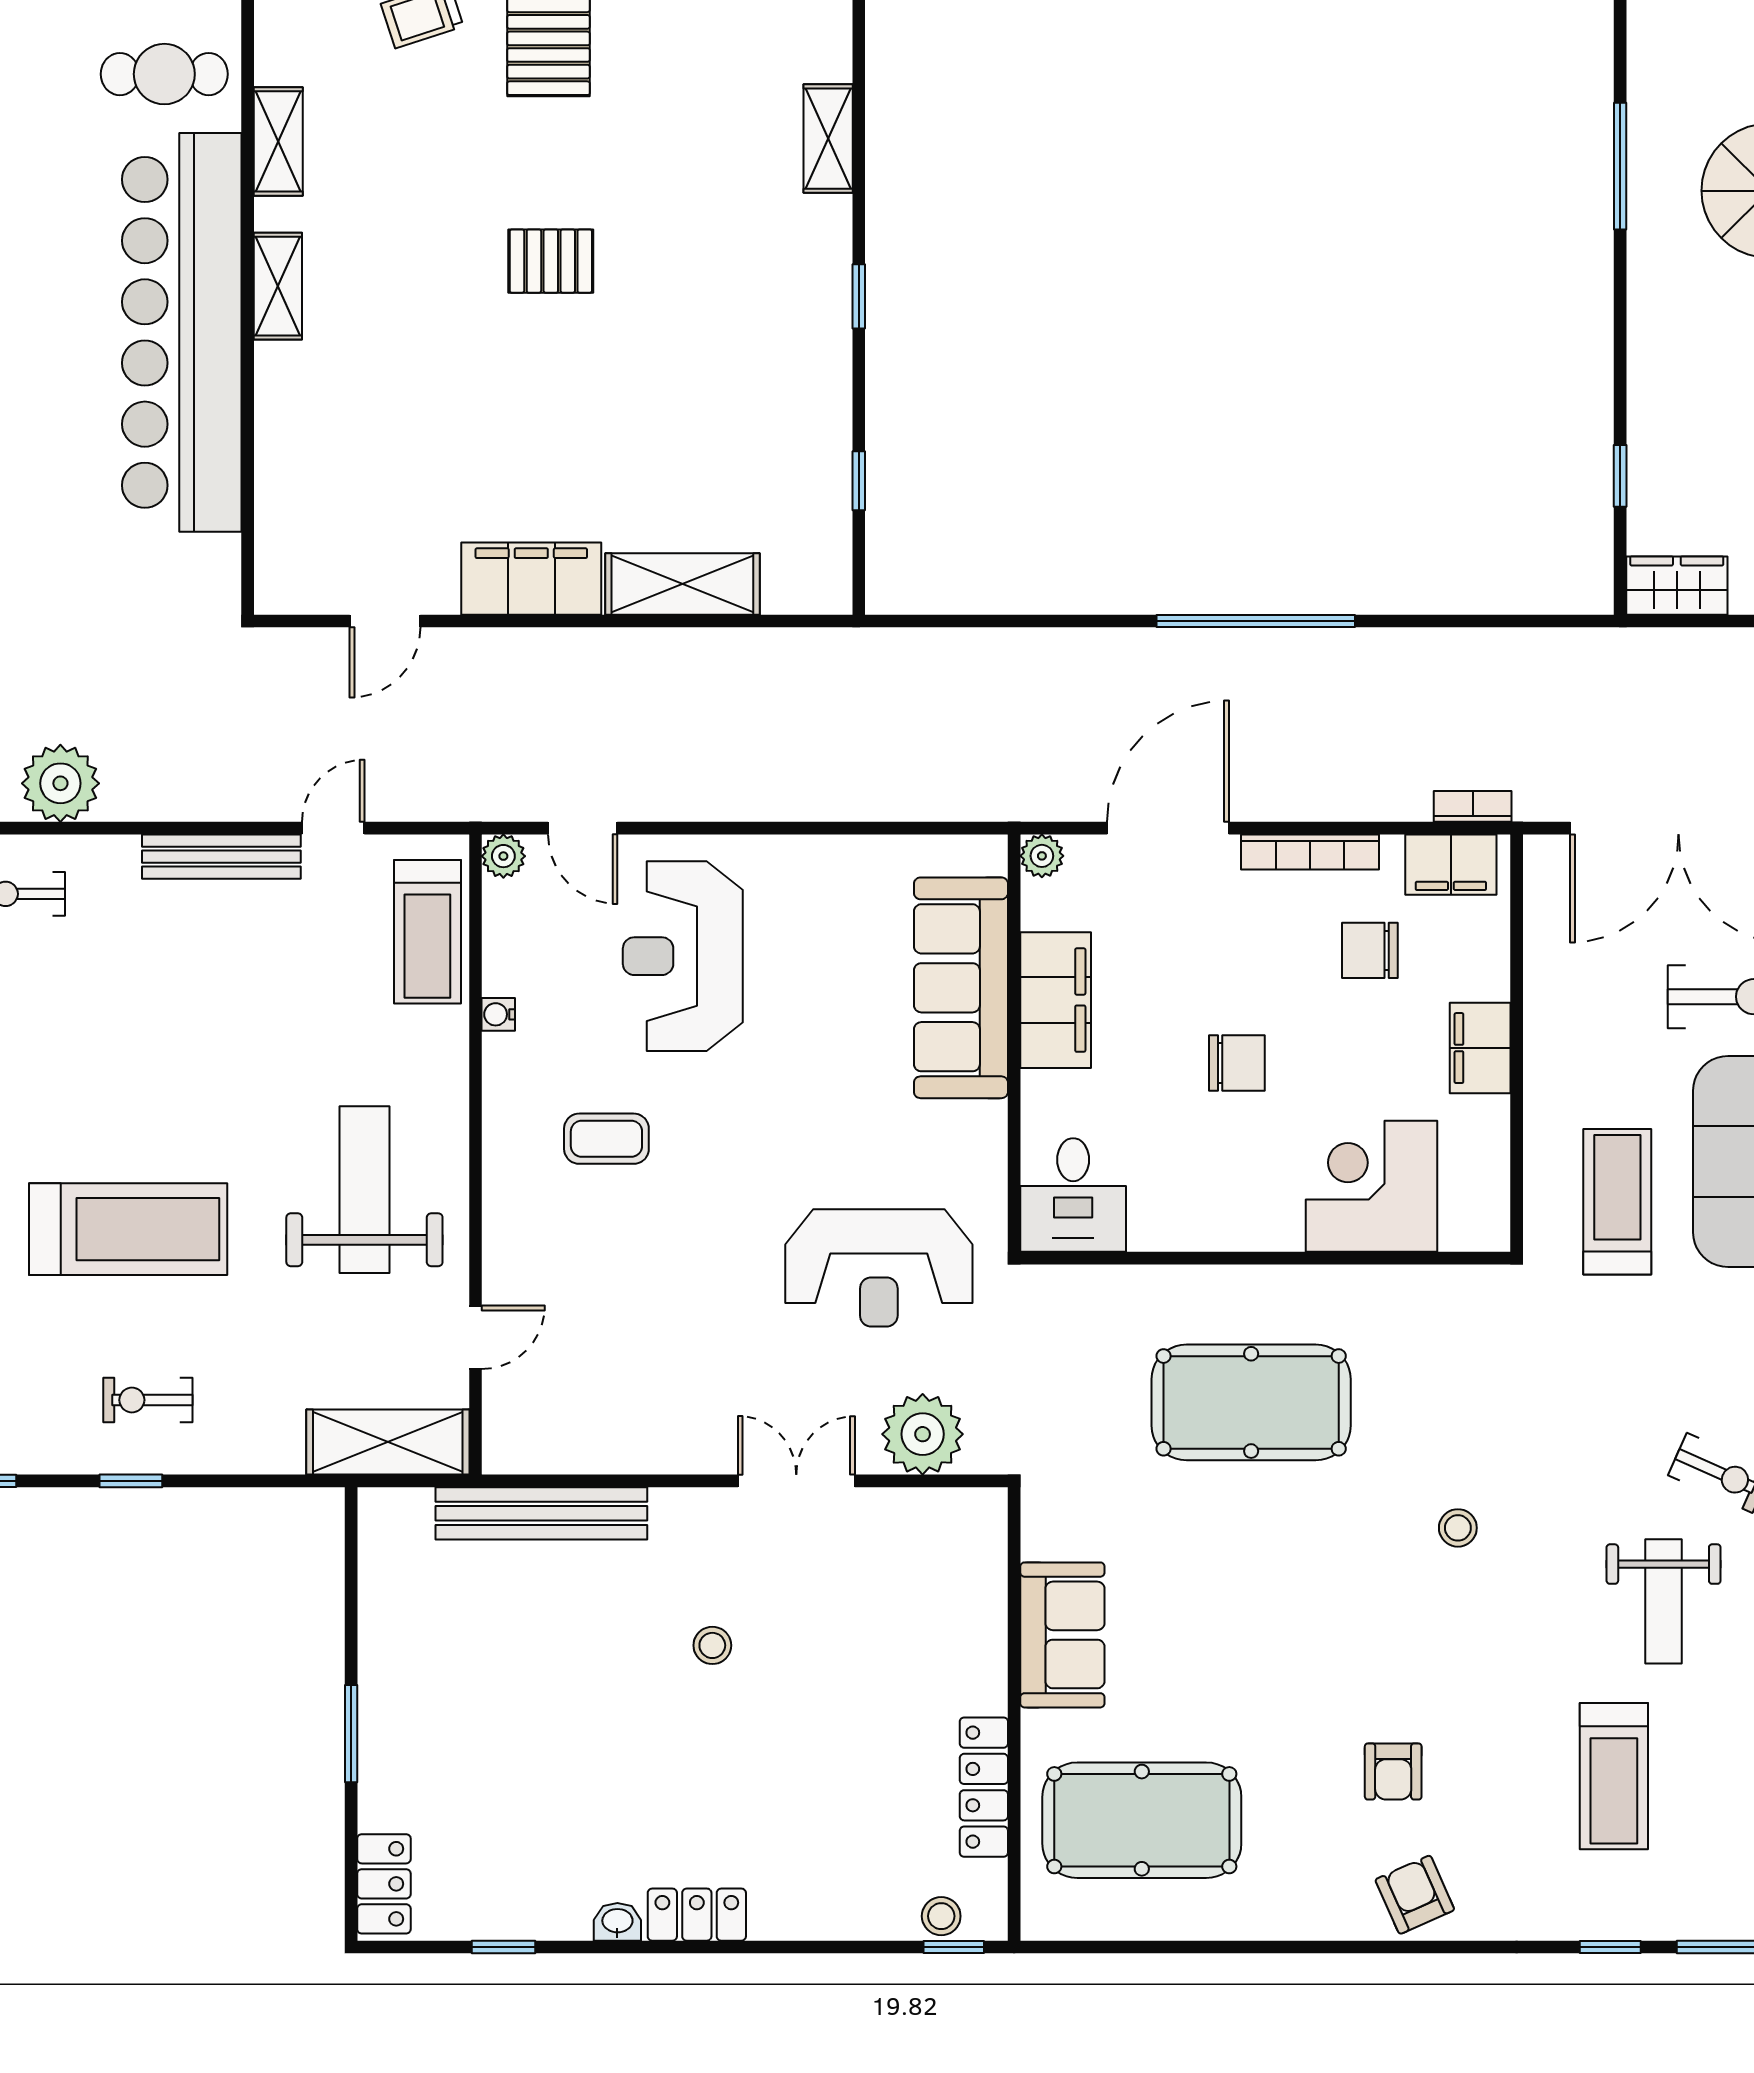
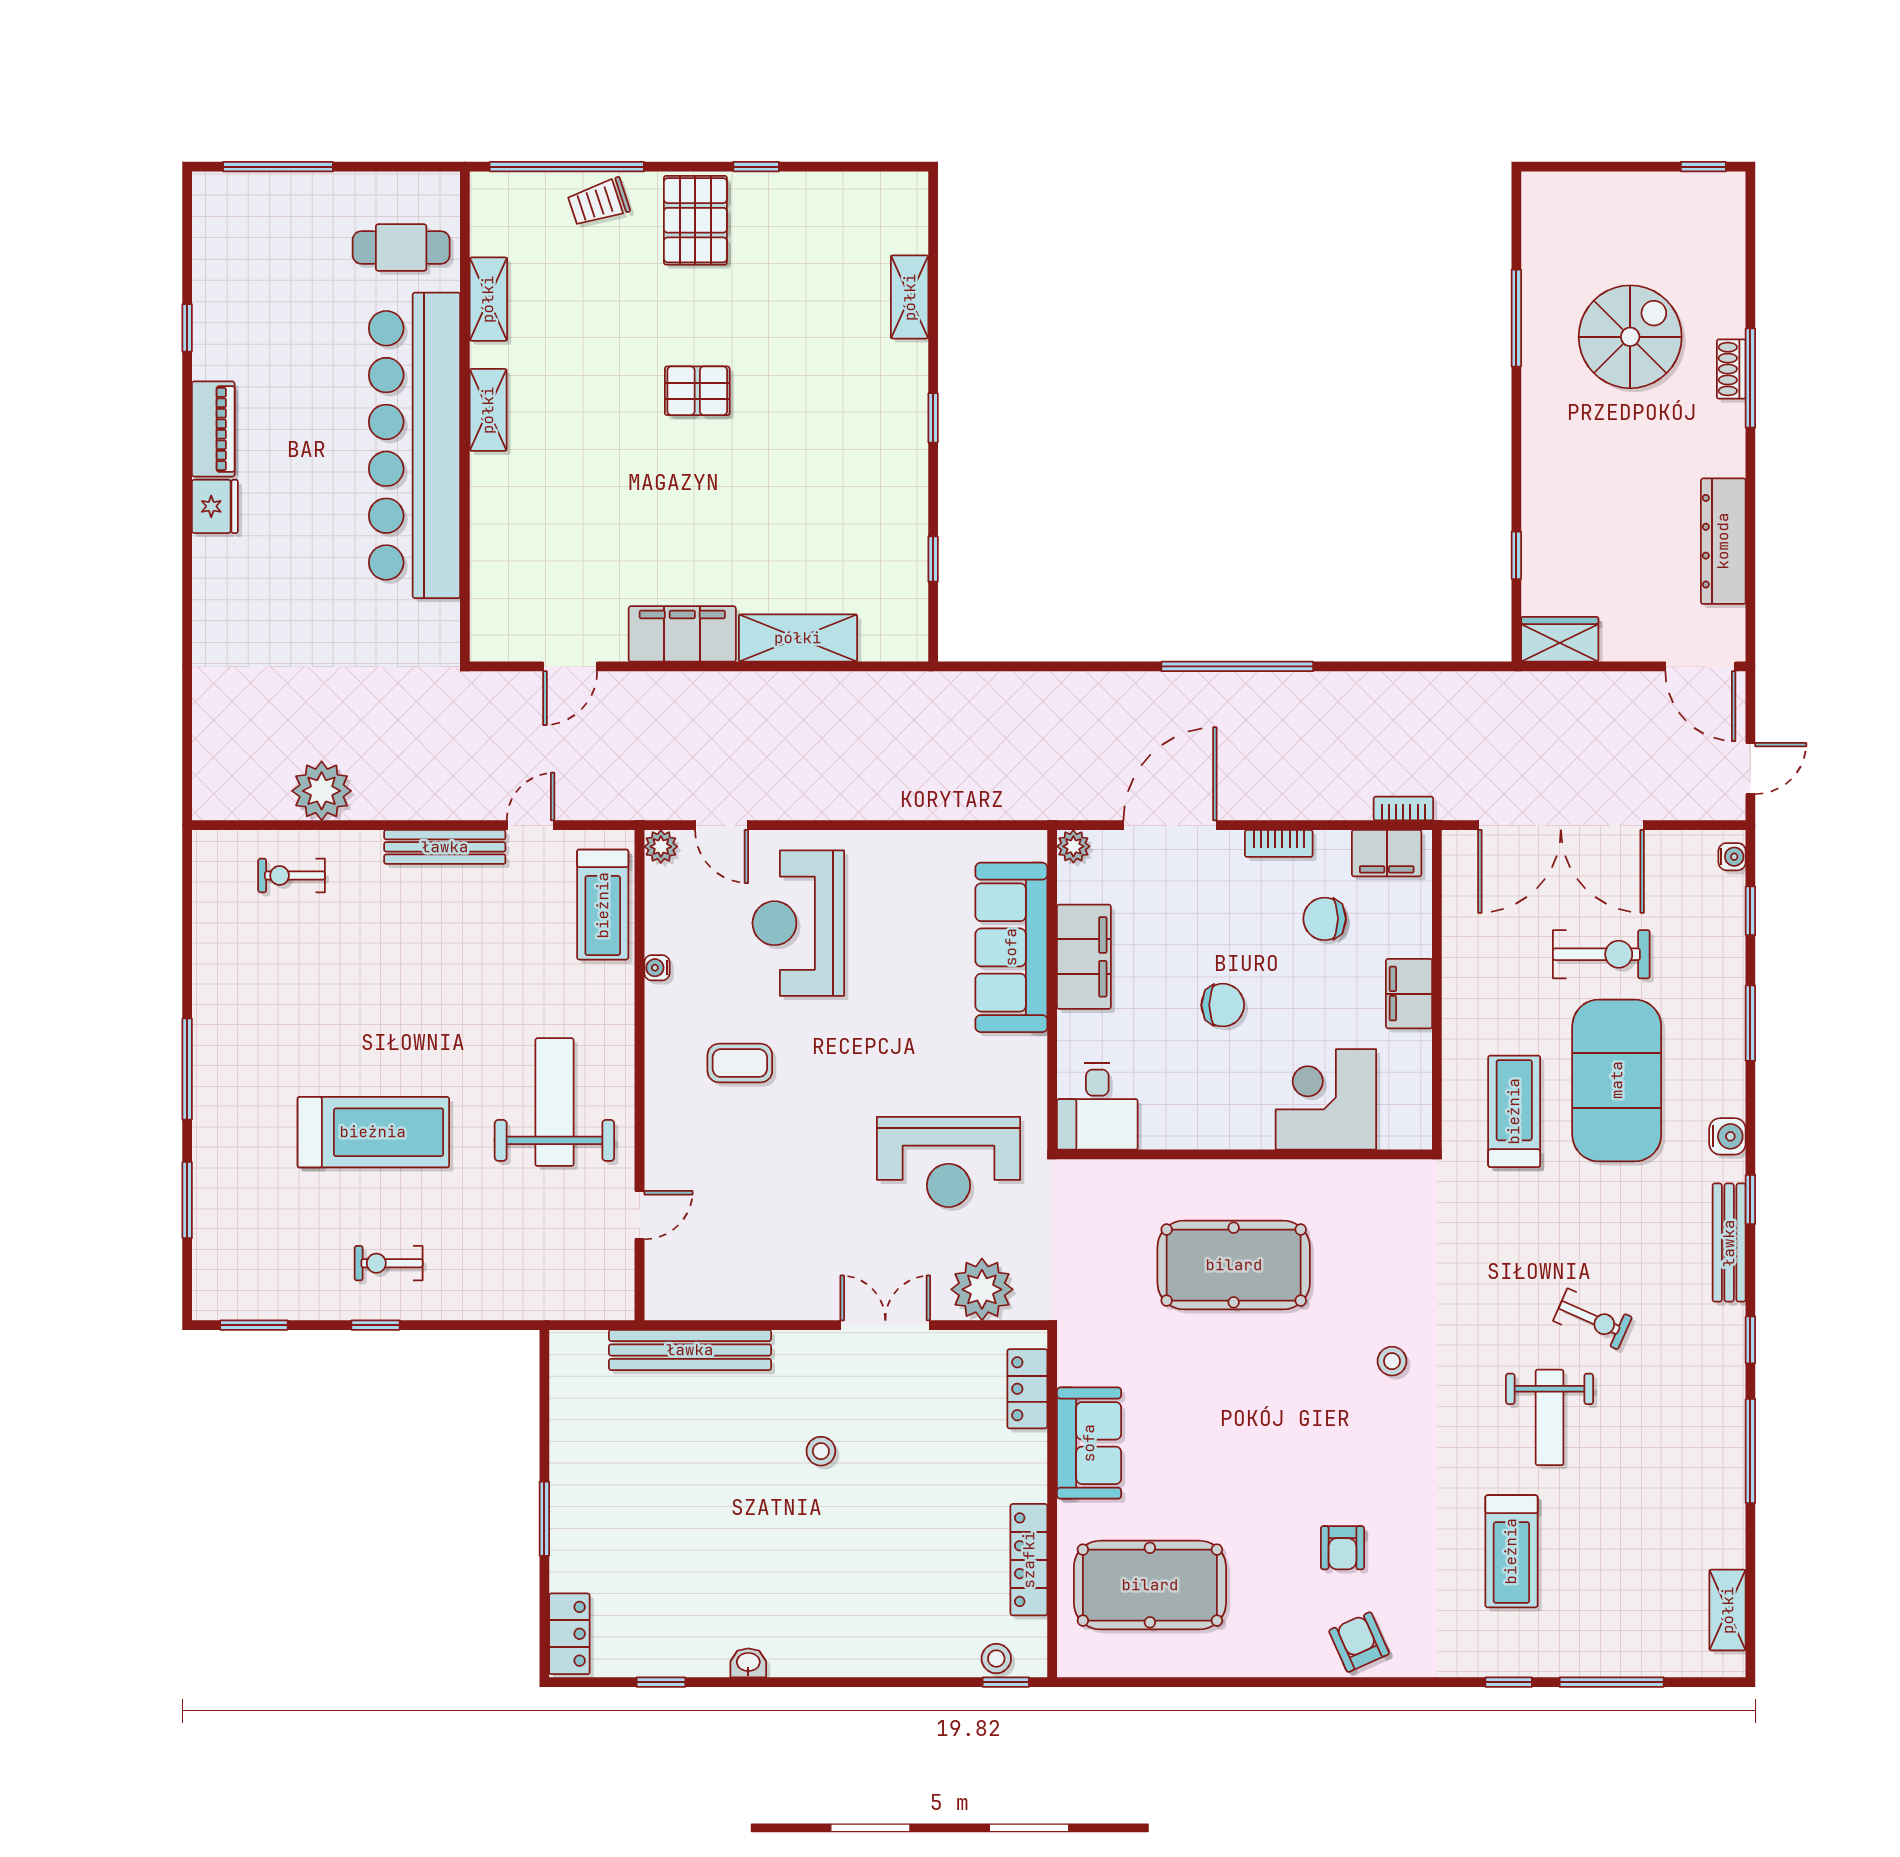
bookcase: (1310, 852) -> (1279, 843), width x0.64
shelving: (388, 1442) -> (572, 1295), removed
locker: (697, 1915) -> (1027, 1389), moved, turned -90

